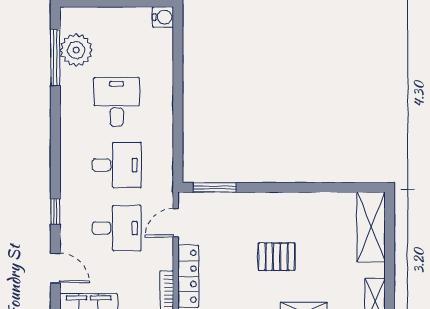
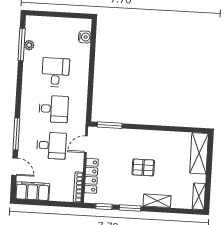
water cooler: (163, 17) -> (85, 37), moved
plant: (76, 50) -> (29, 45), width x0.53, depth x0.53
window: (55, 212) -> (16, 134), width x2.17

